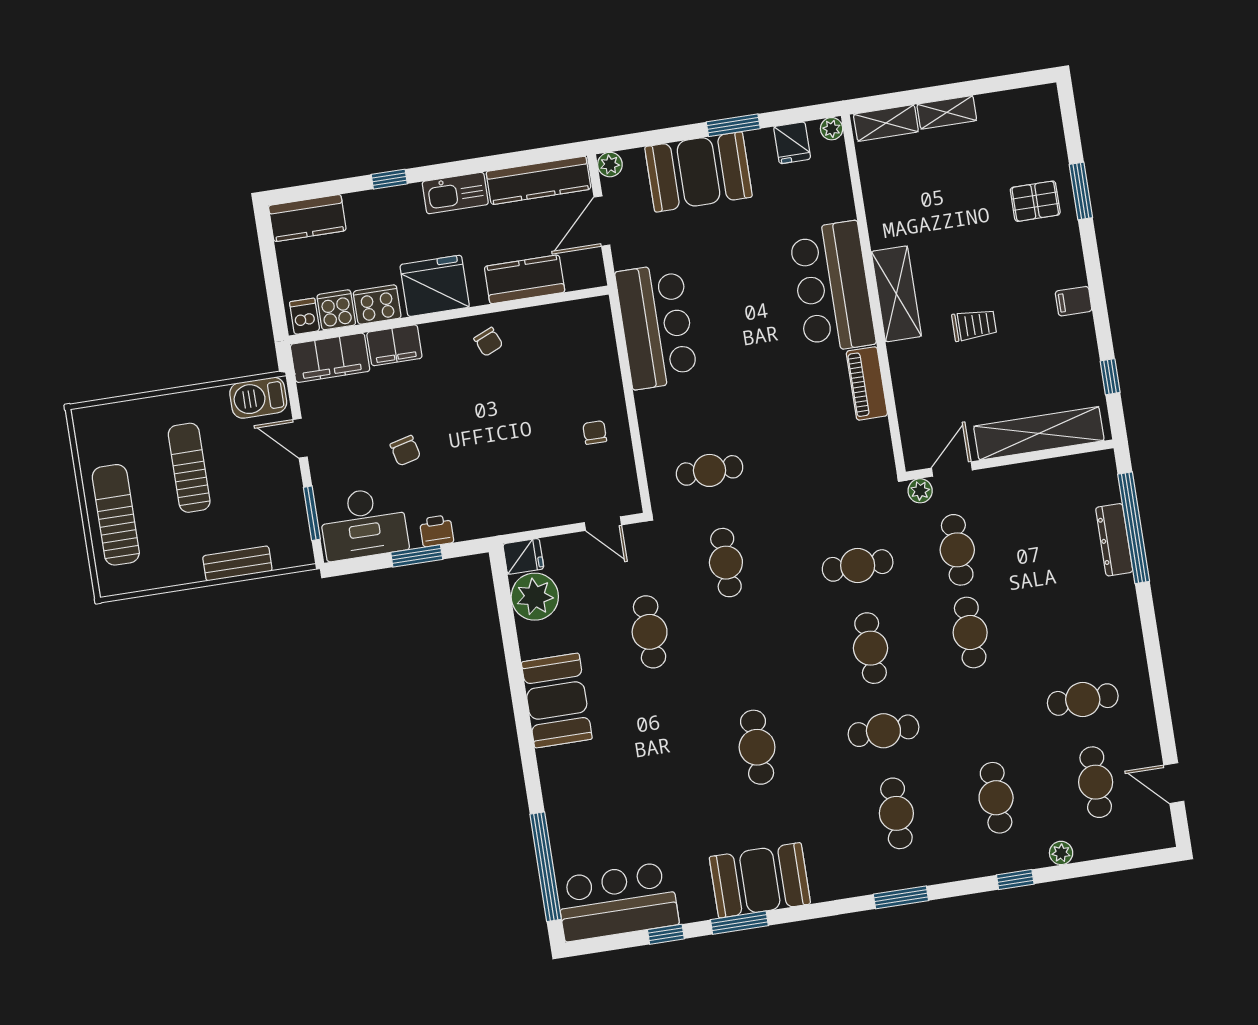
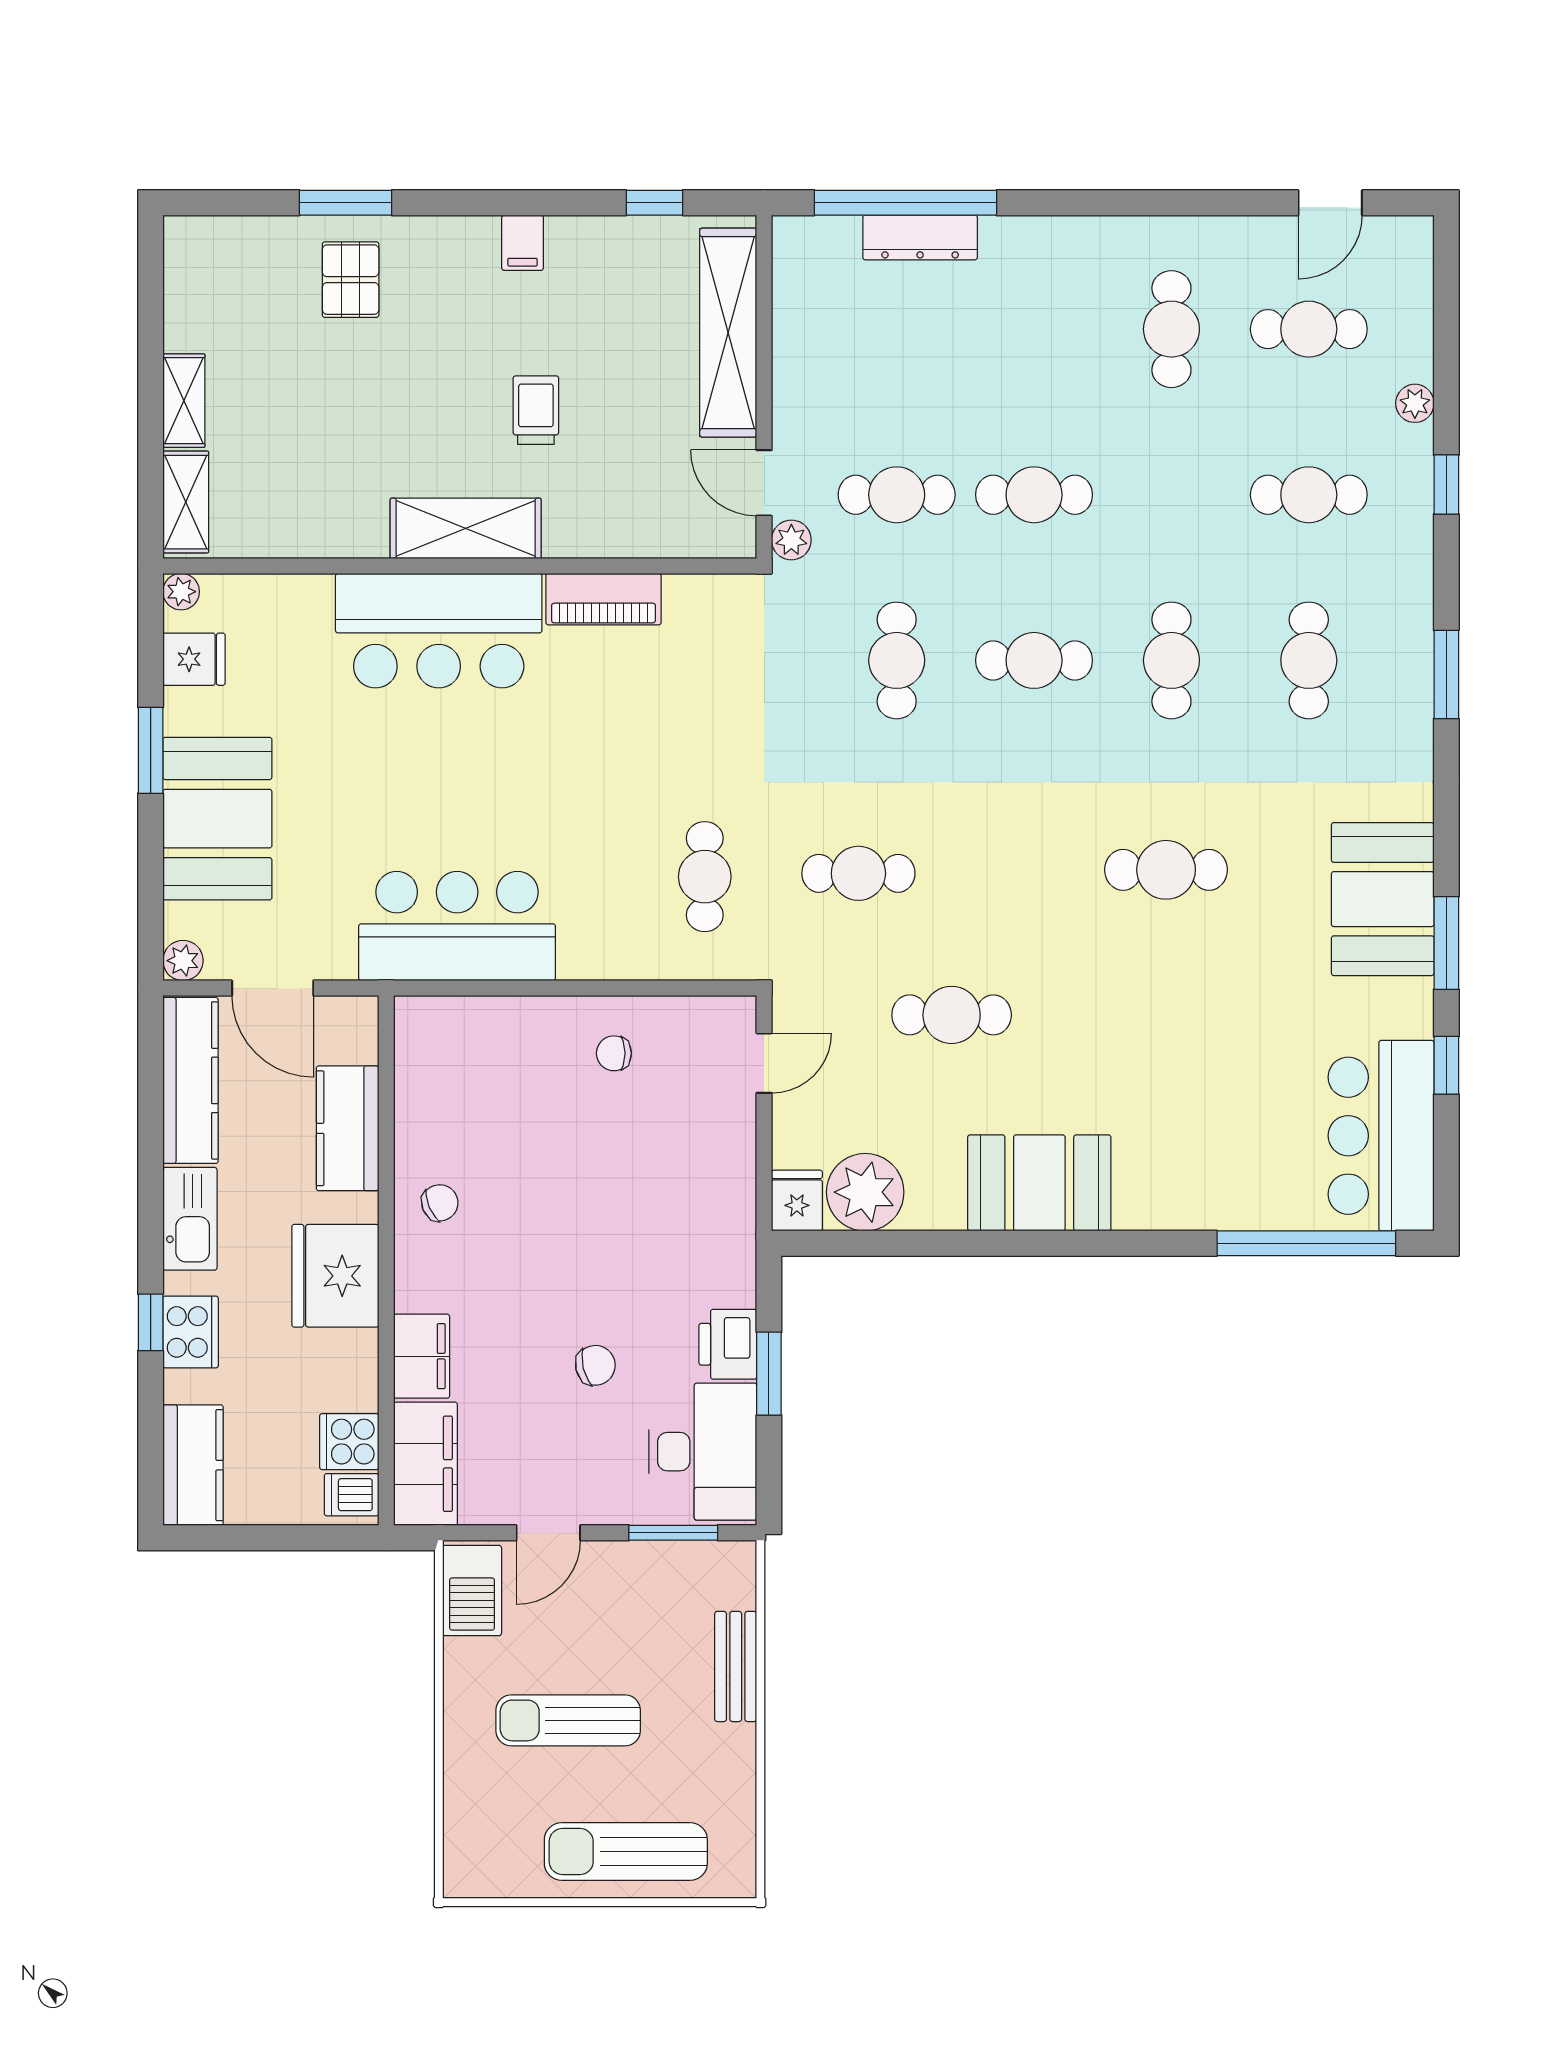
cooker: (377, 305) -> (191, 1332), moved, turned 180
printer: (437, 531) -> (728, 1344), width x1.36, depth x1.24
cafe table: (896, 813) -> (1309, 660), turned 90

